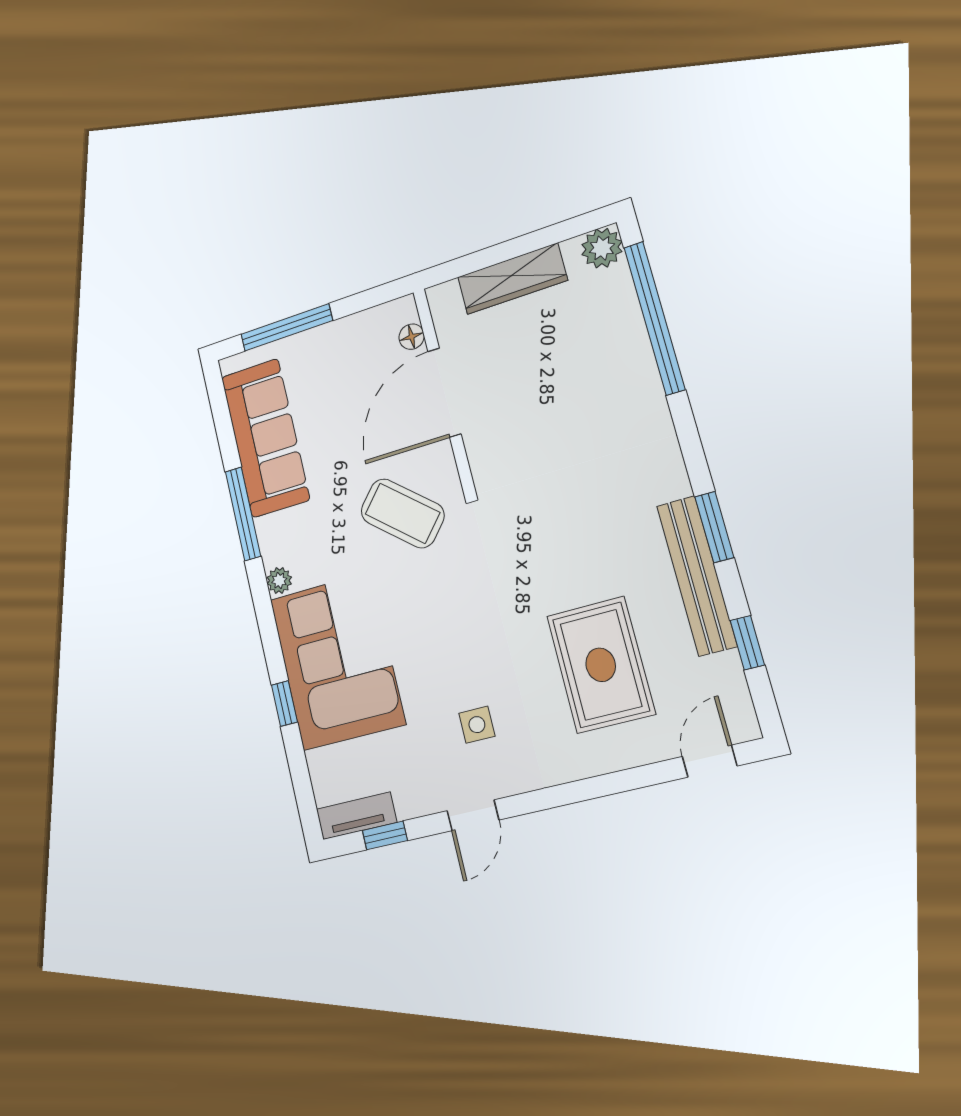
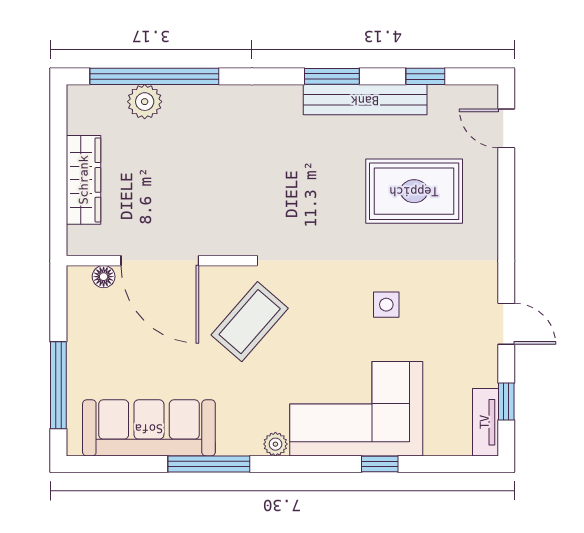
plant: (602, 248) -> (145, 102), moved
side table: (477, 725) -> (386, 305), moved

